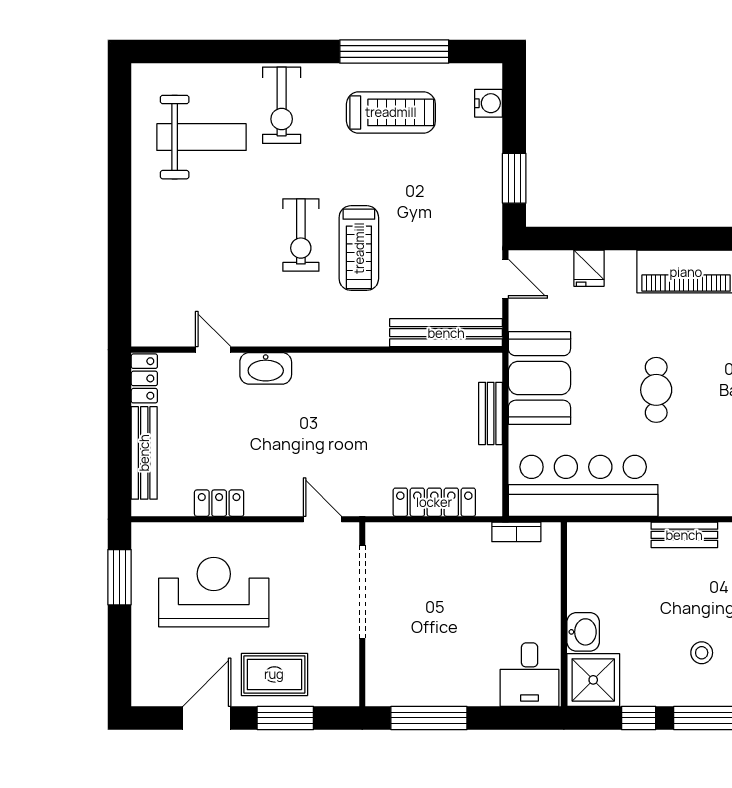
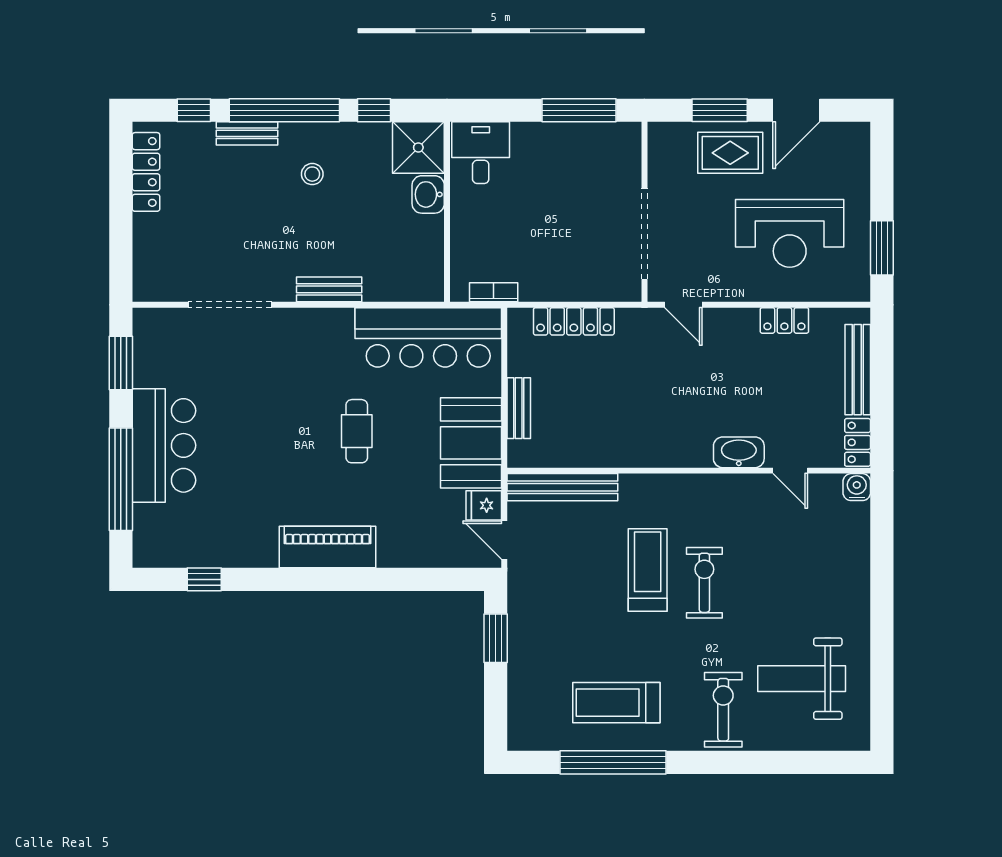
water cooler: (489, 103) -> (857, 487), moved, turned 90
fridge: (589, 268) -> (484, 505), moved, turned -90

